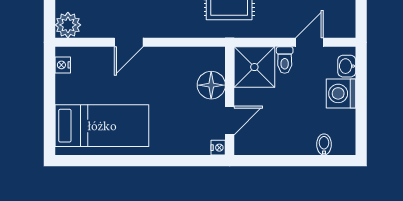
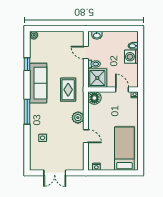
plant: (68, 25) -> (78, 118), moved
floor lamp: (211, 85) -> (94, 98), moved
washing machine: (341, 93) -> (131, 57), moved, turned 90

